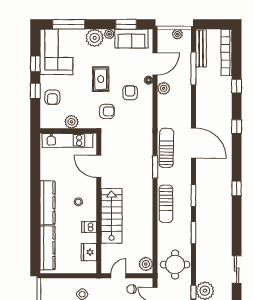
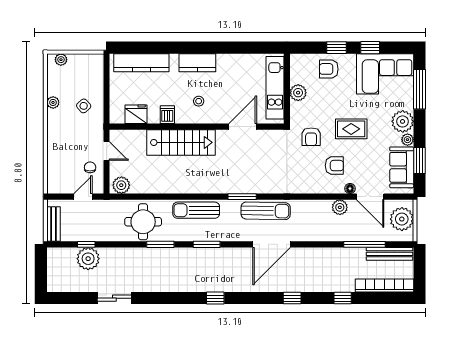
plant: (177, 34) -> (402, 219), width x1.87, depth x1.87
kitchen counter: (47, 203) -> (197, 63), width x0.67
round table: (175, 265) -> (143, 222), moved

